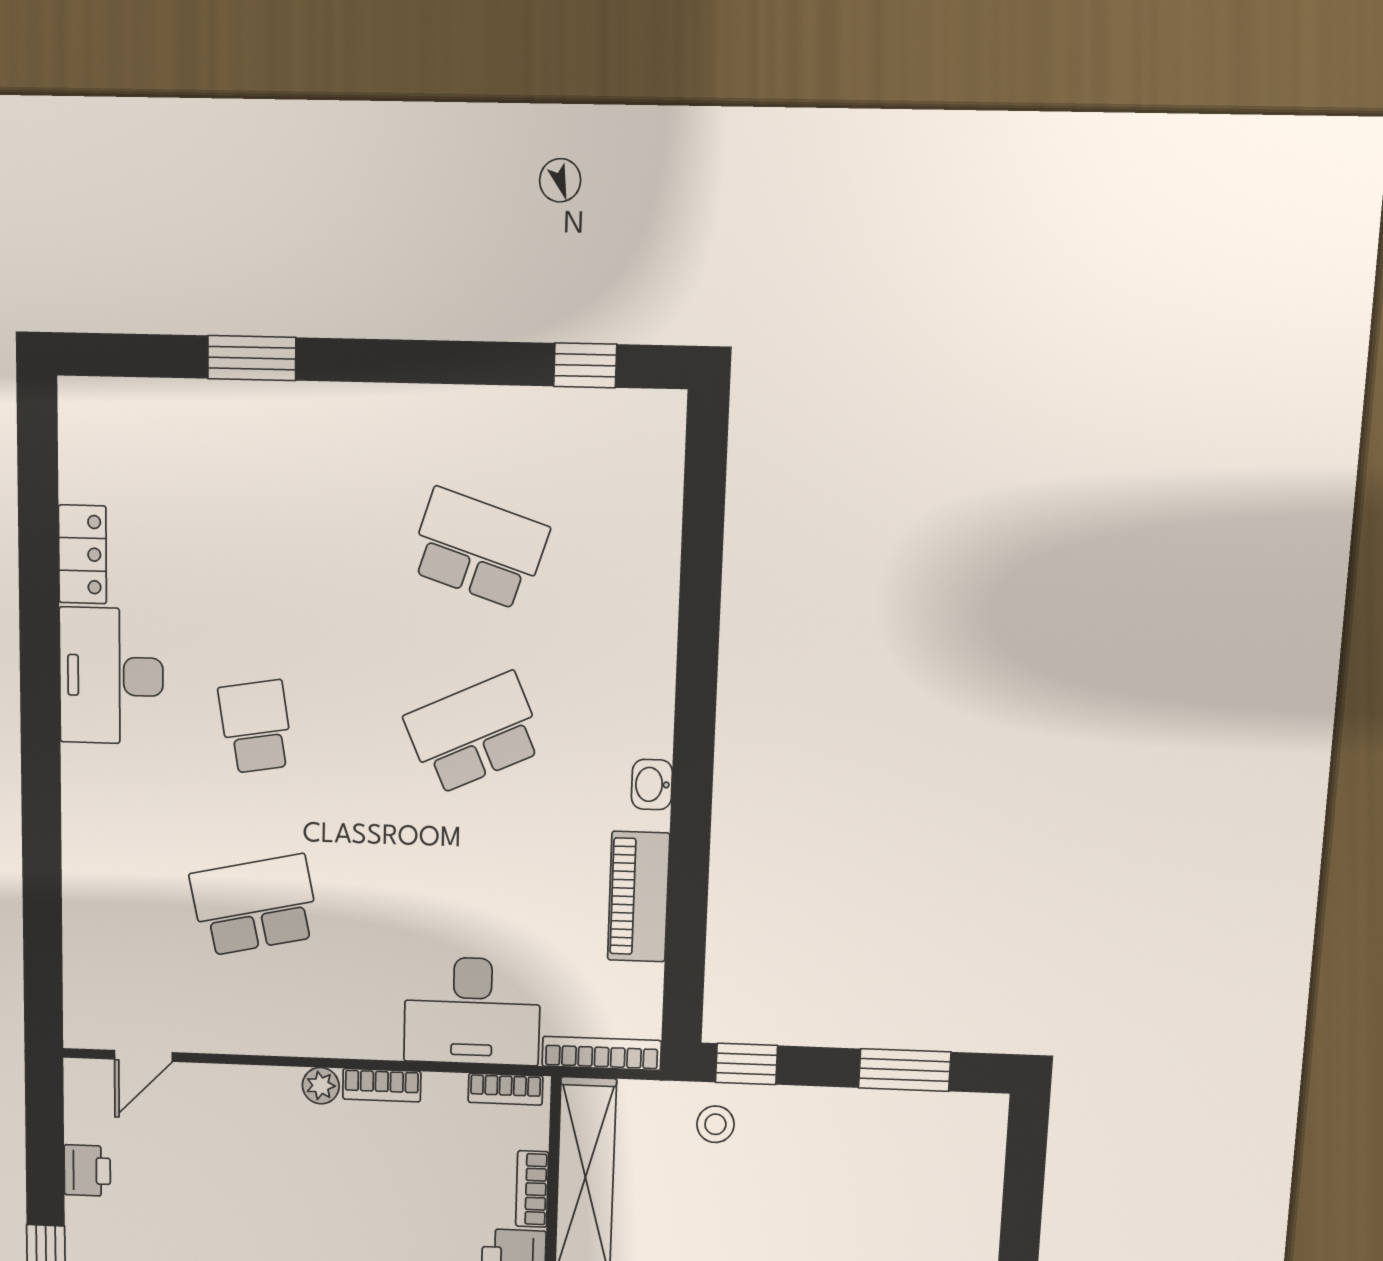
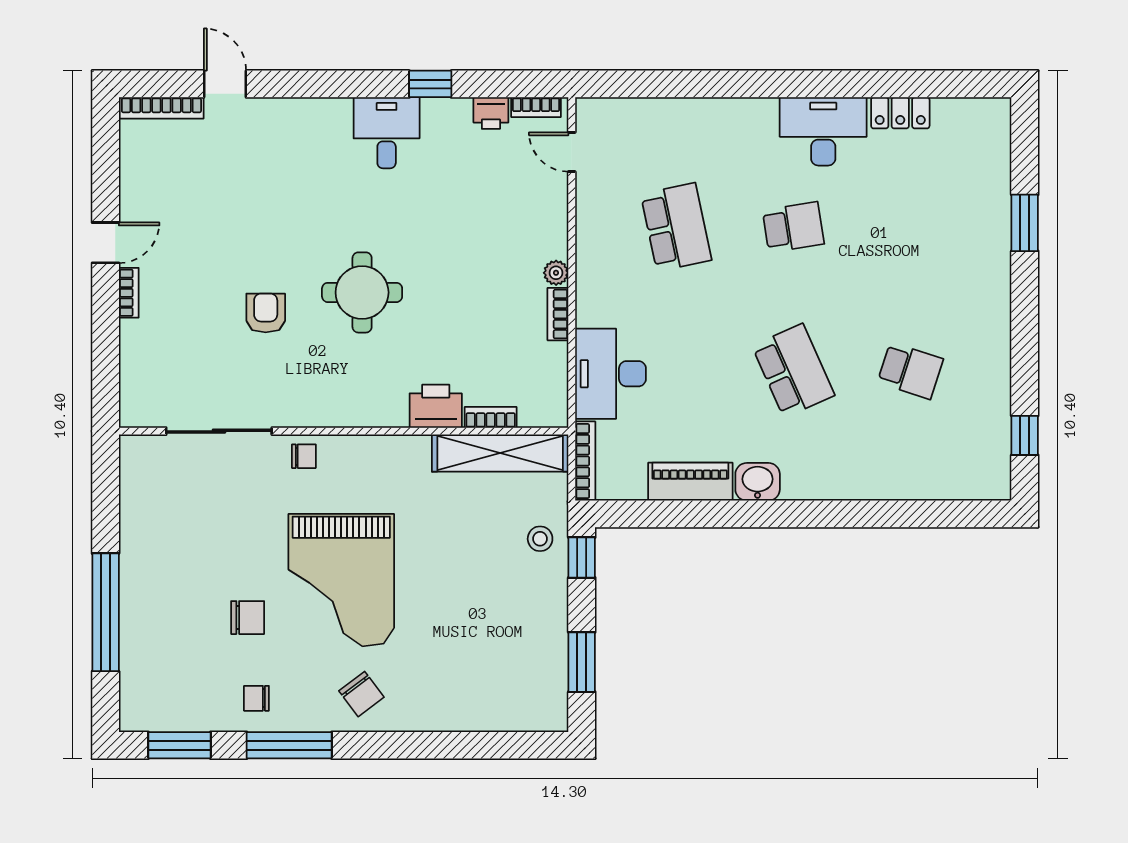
school desk: (479, 549) -> (910, 371), width x0.54
washbasin: (652, 784) -> (758, 482), width x1.38, depth x1.45
bookcase: (505, 1089) -> (536, 107), moved, turned -90

